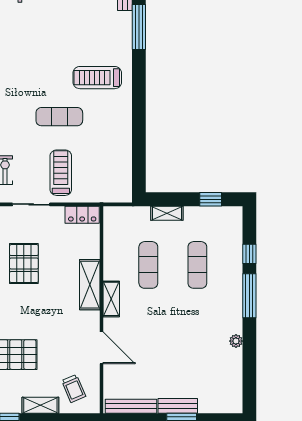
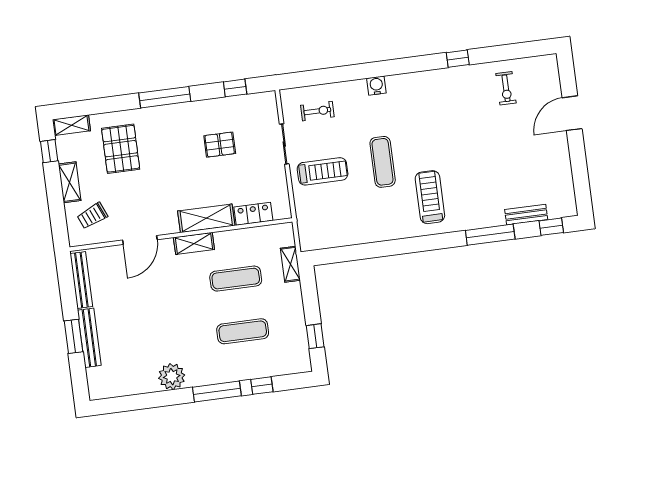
shelving: (167, 213) -> (290, 264), moved
locker: (82, 215) -> (253, 214), moved, turned 90
pallet: (24, 264) -> (220, 145), width x0.67, depth x0.71
plant: (236, 341) -> (172, 377), width x1.88, depth x1.88
bench: (178, 406) -> (89, 338), width x1.36

